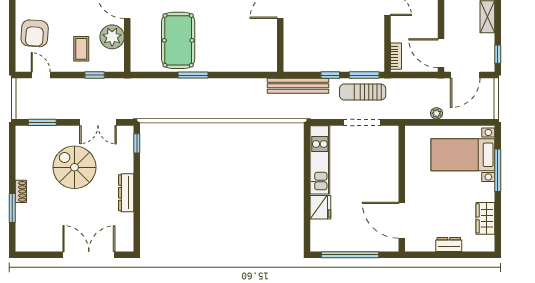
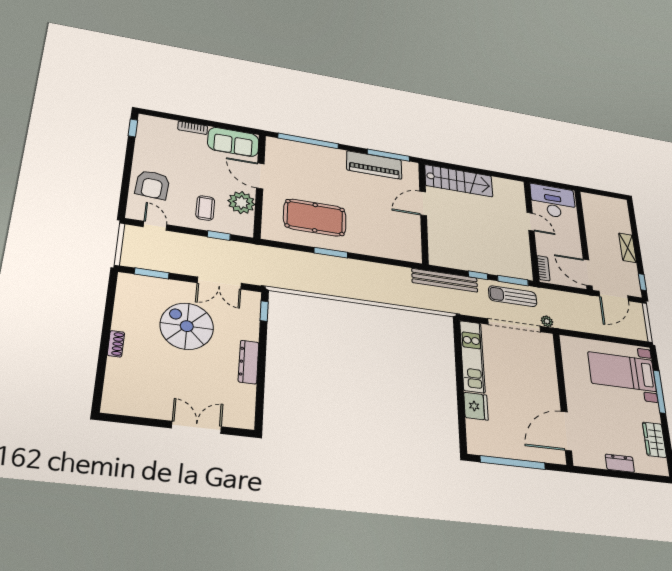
pool table: (178, 40) -> (315, 218), turned 90
plant: (437, 113) -> (547, 321), moved
doorway: (362, 122) -> (514, 325), width x1.36
window: (12, 208) -> (102, 361), removed
door: (402, 220) -> (566, 431), hinge flipped
double door: (89, 255) -> (197, 427), width x0.73

